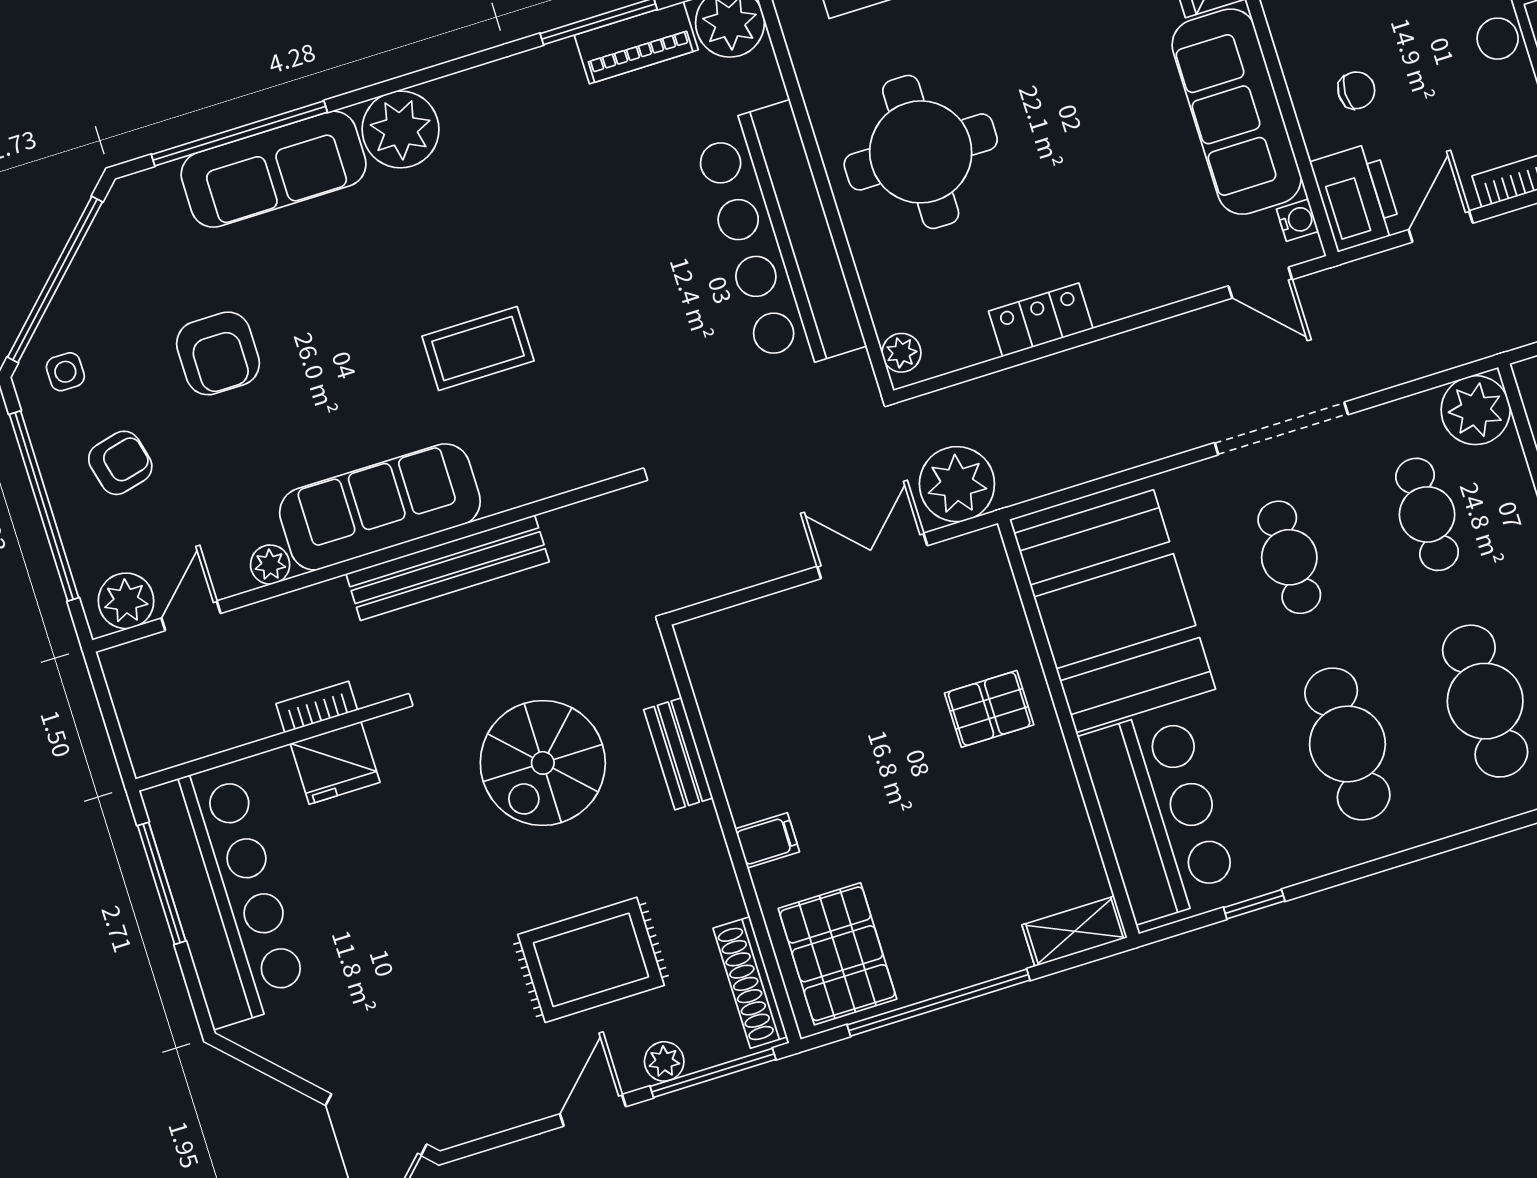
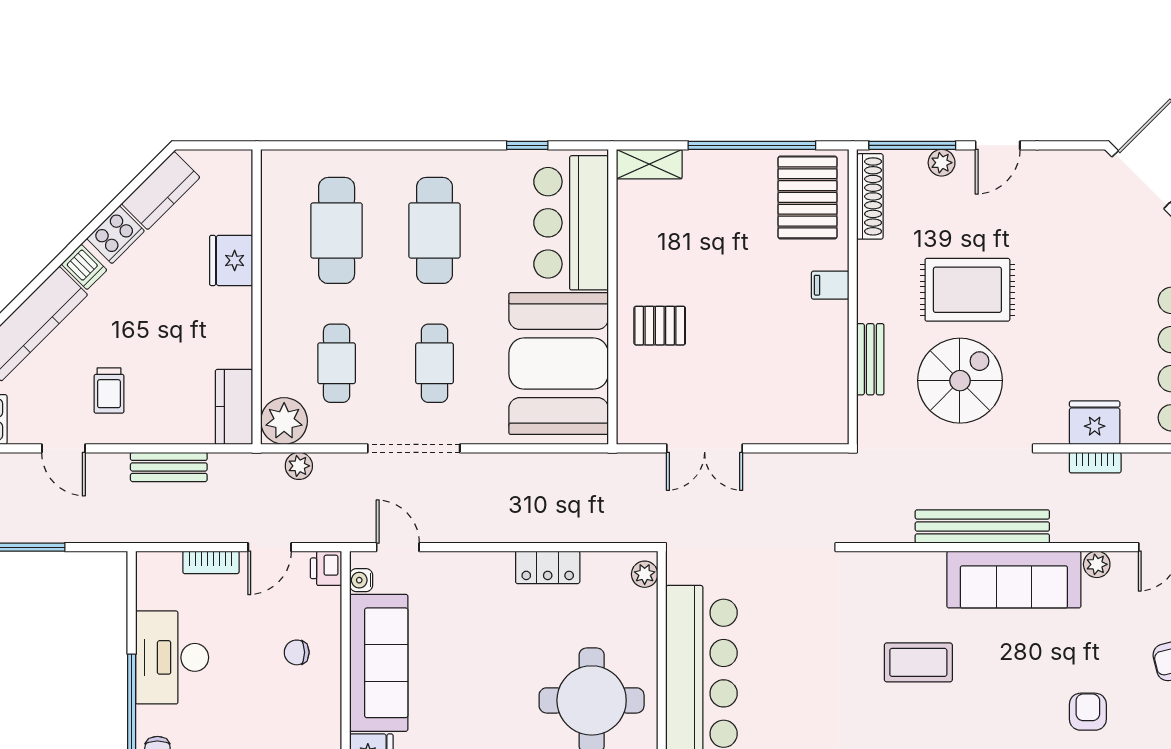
printer: (1356, 197) -> (326, 568), width x0.53, depth x0.68
armchair: (218, 353) -> (1088, 712), width x0.72, depth x0.72
plant: (957, 484) -> (299, 466), moved, width x0.53, depth x0.53
rug: (591, 960) -> (967, 290), moved

